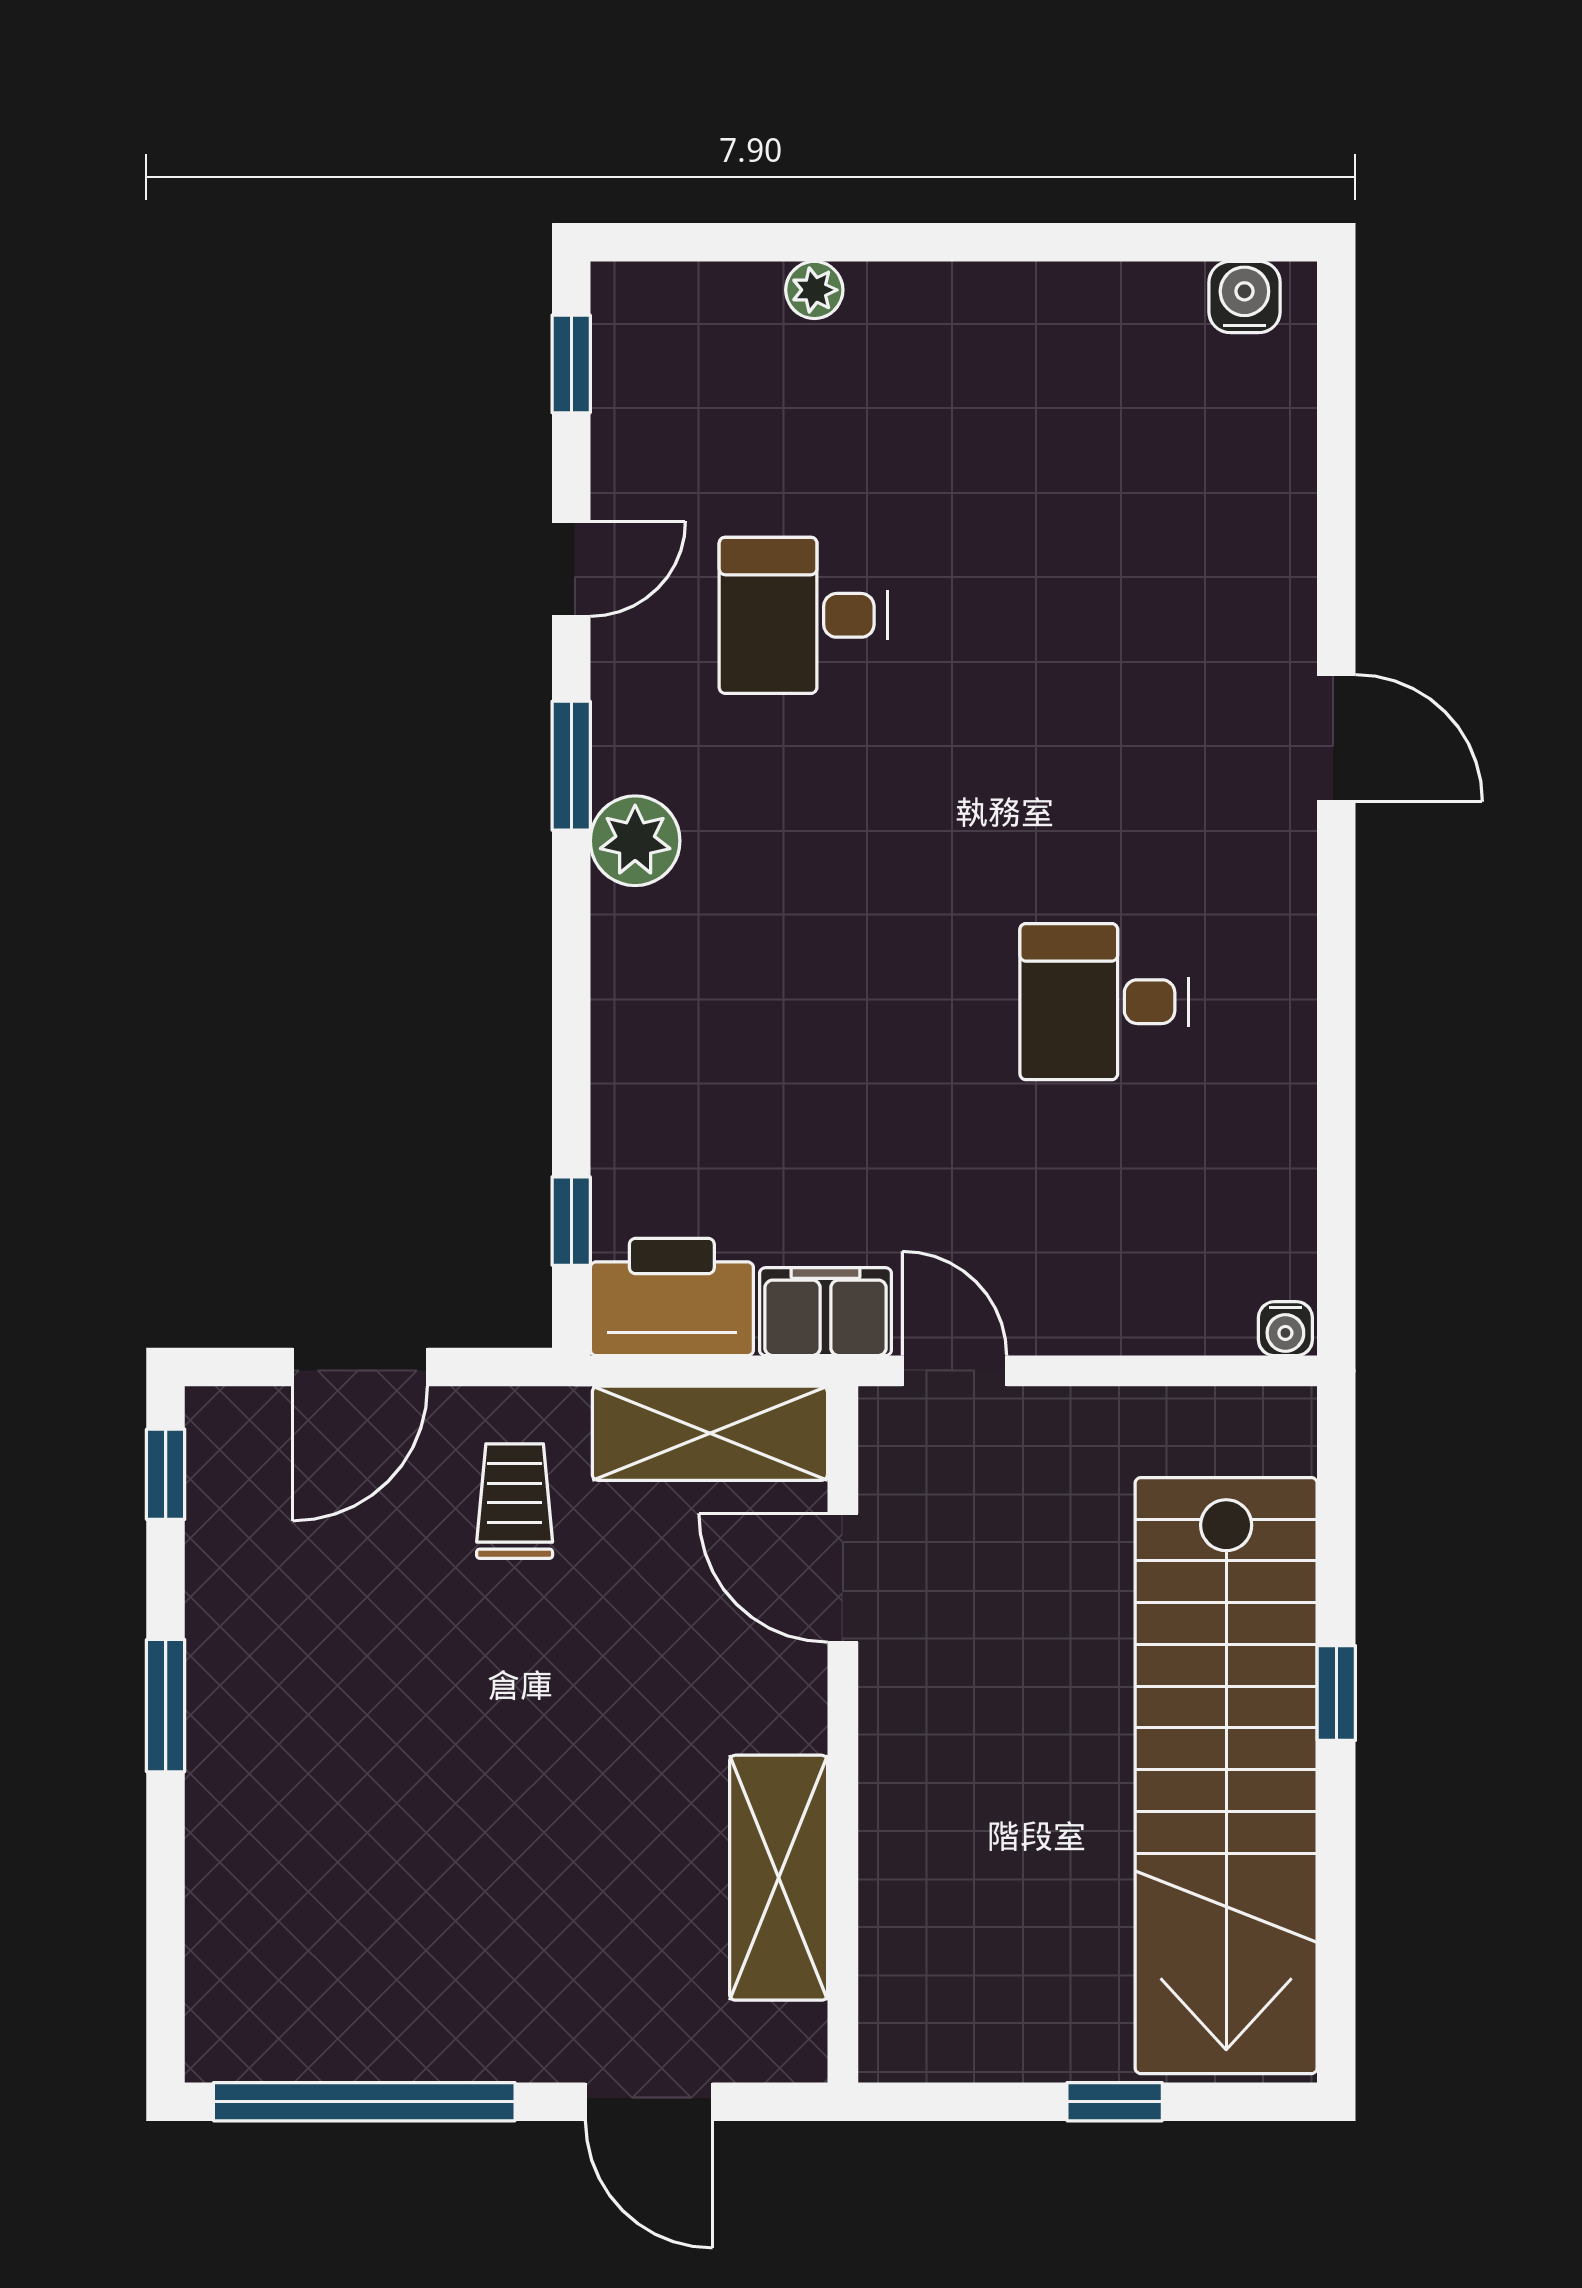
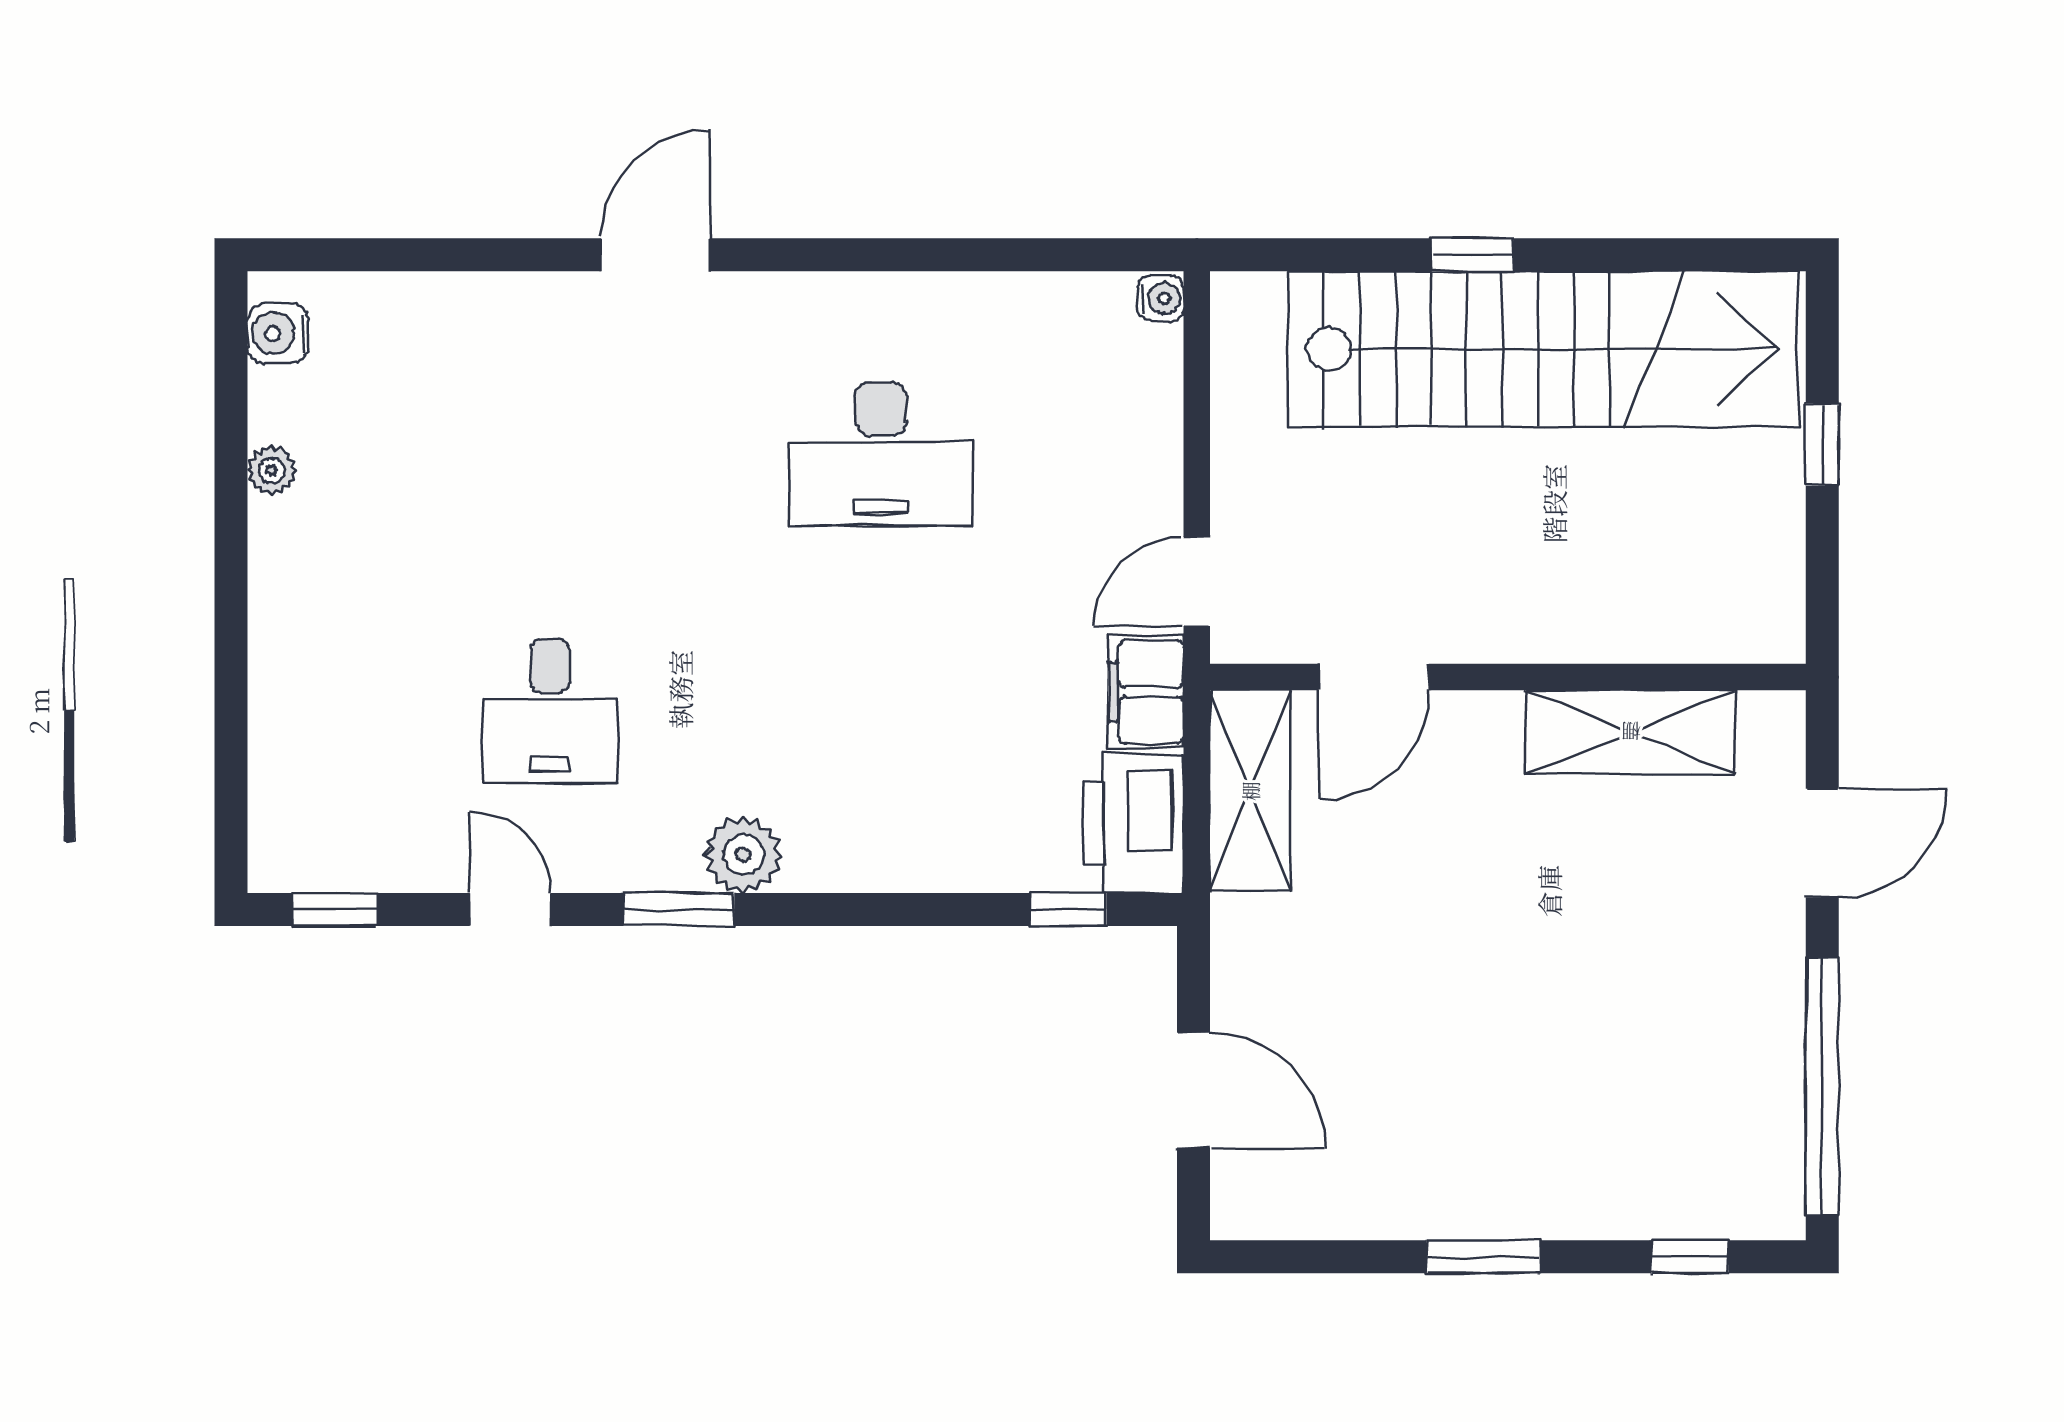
plant: (814, 290) -> (272, 470), moved
desk: (1104, 1002) -> (881, 453), width x1.37
window: (166, 1474) -> (1690, 1257), moved
trolley: (515, 1501) -> (1308, 958), removed

